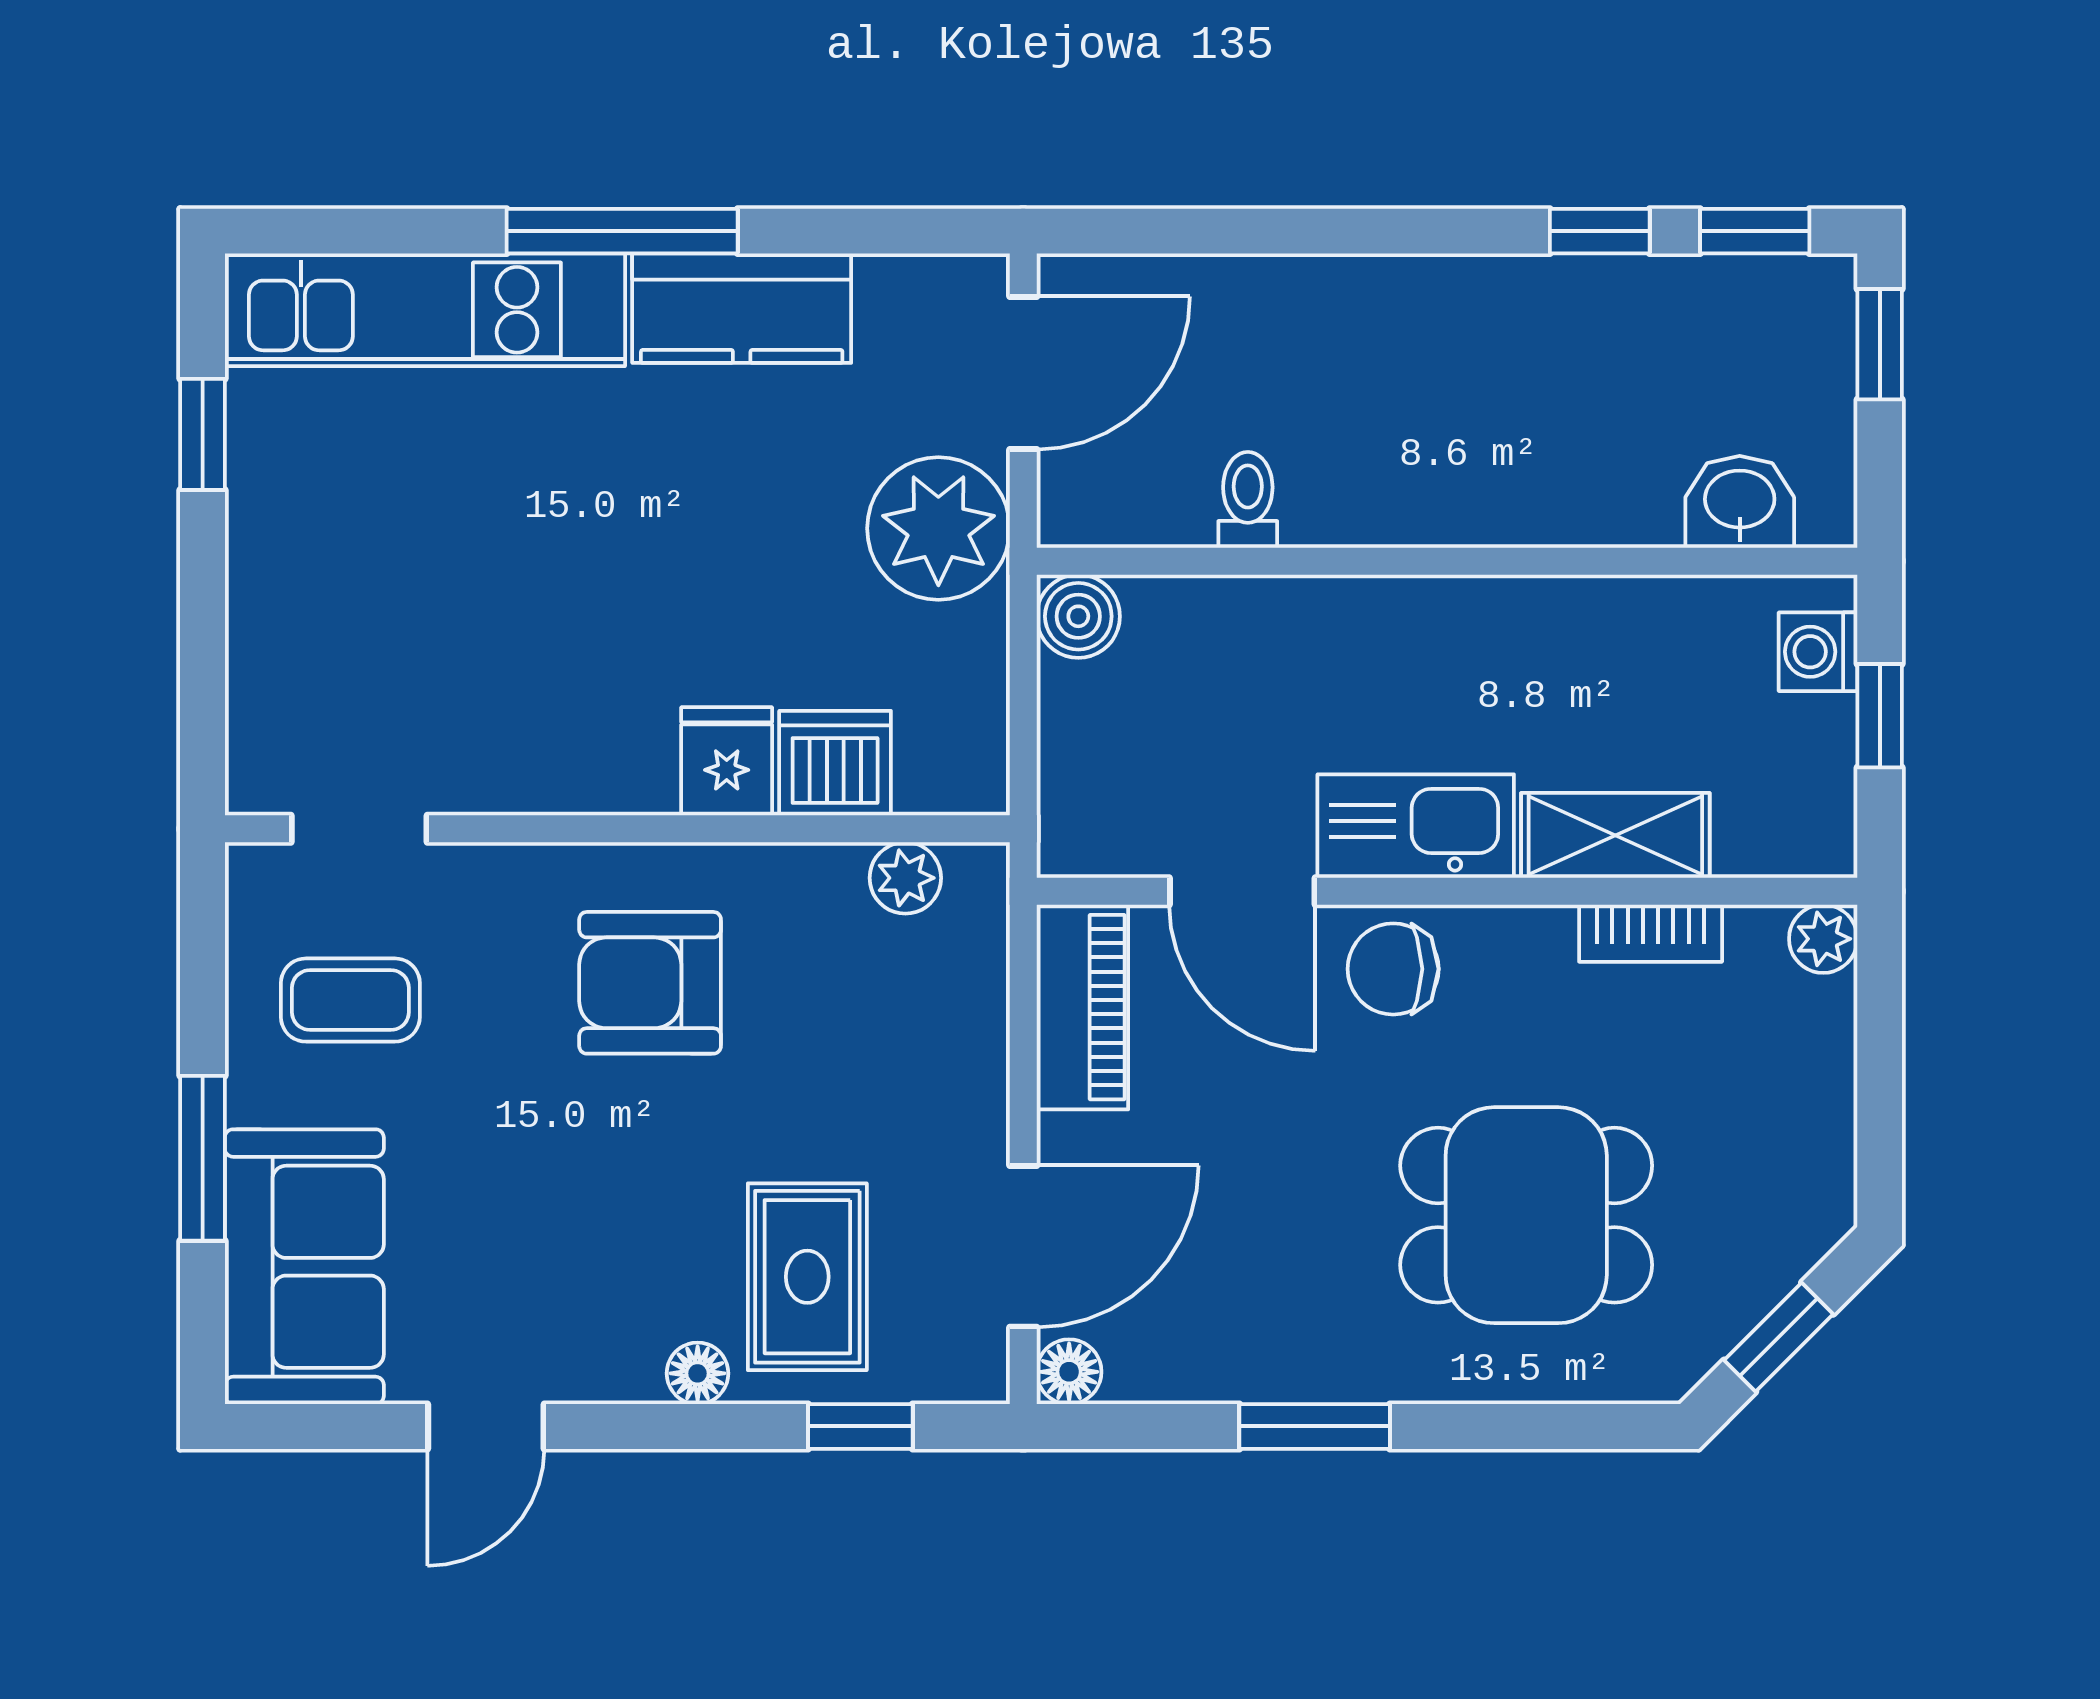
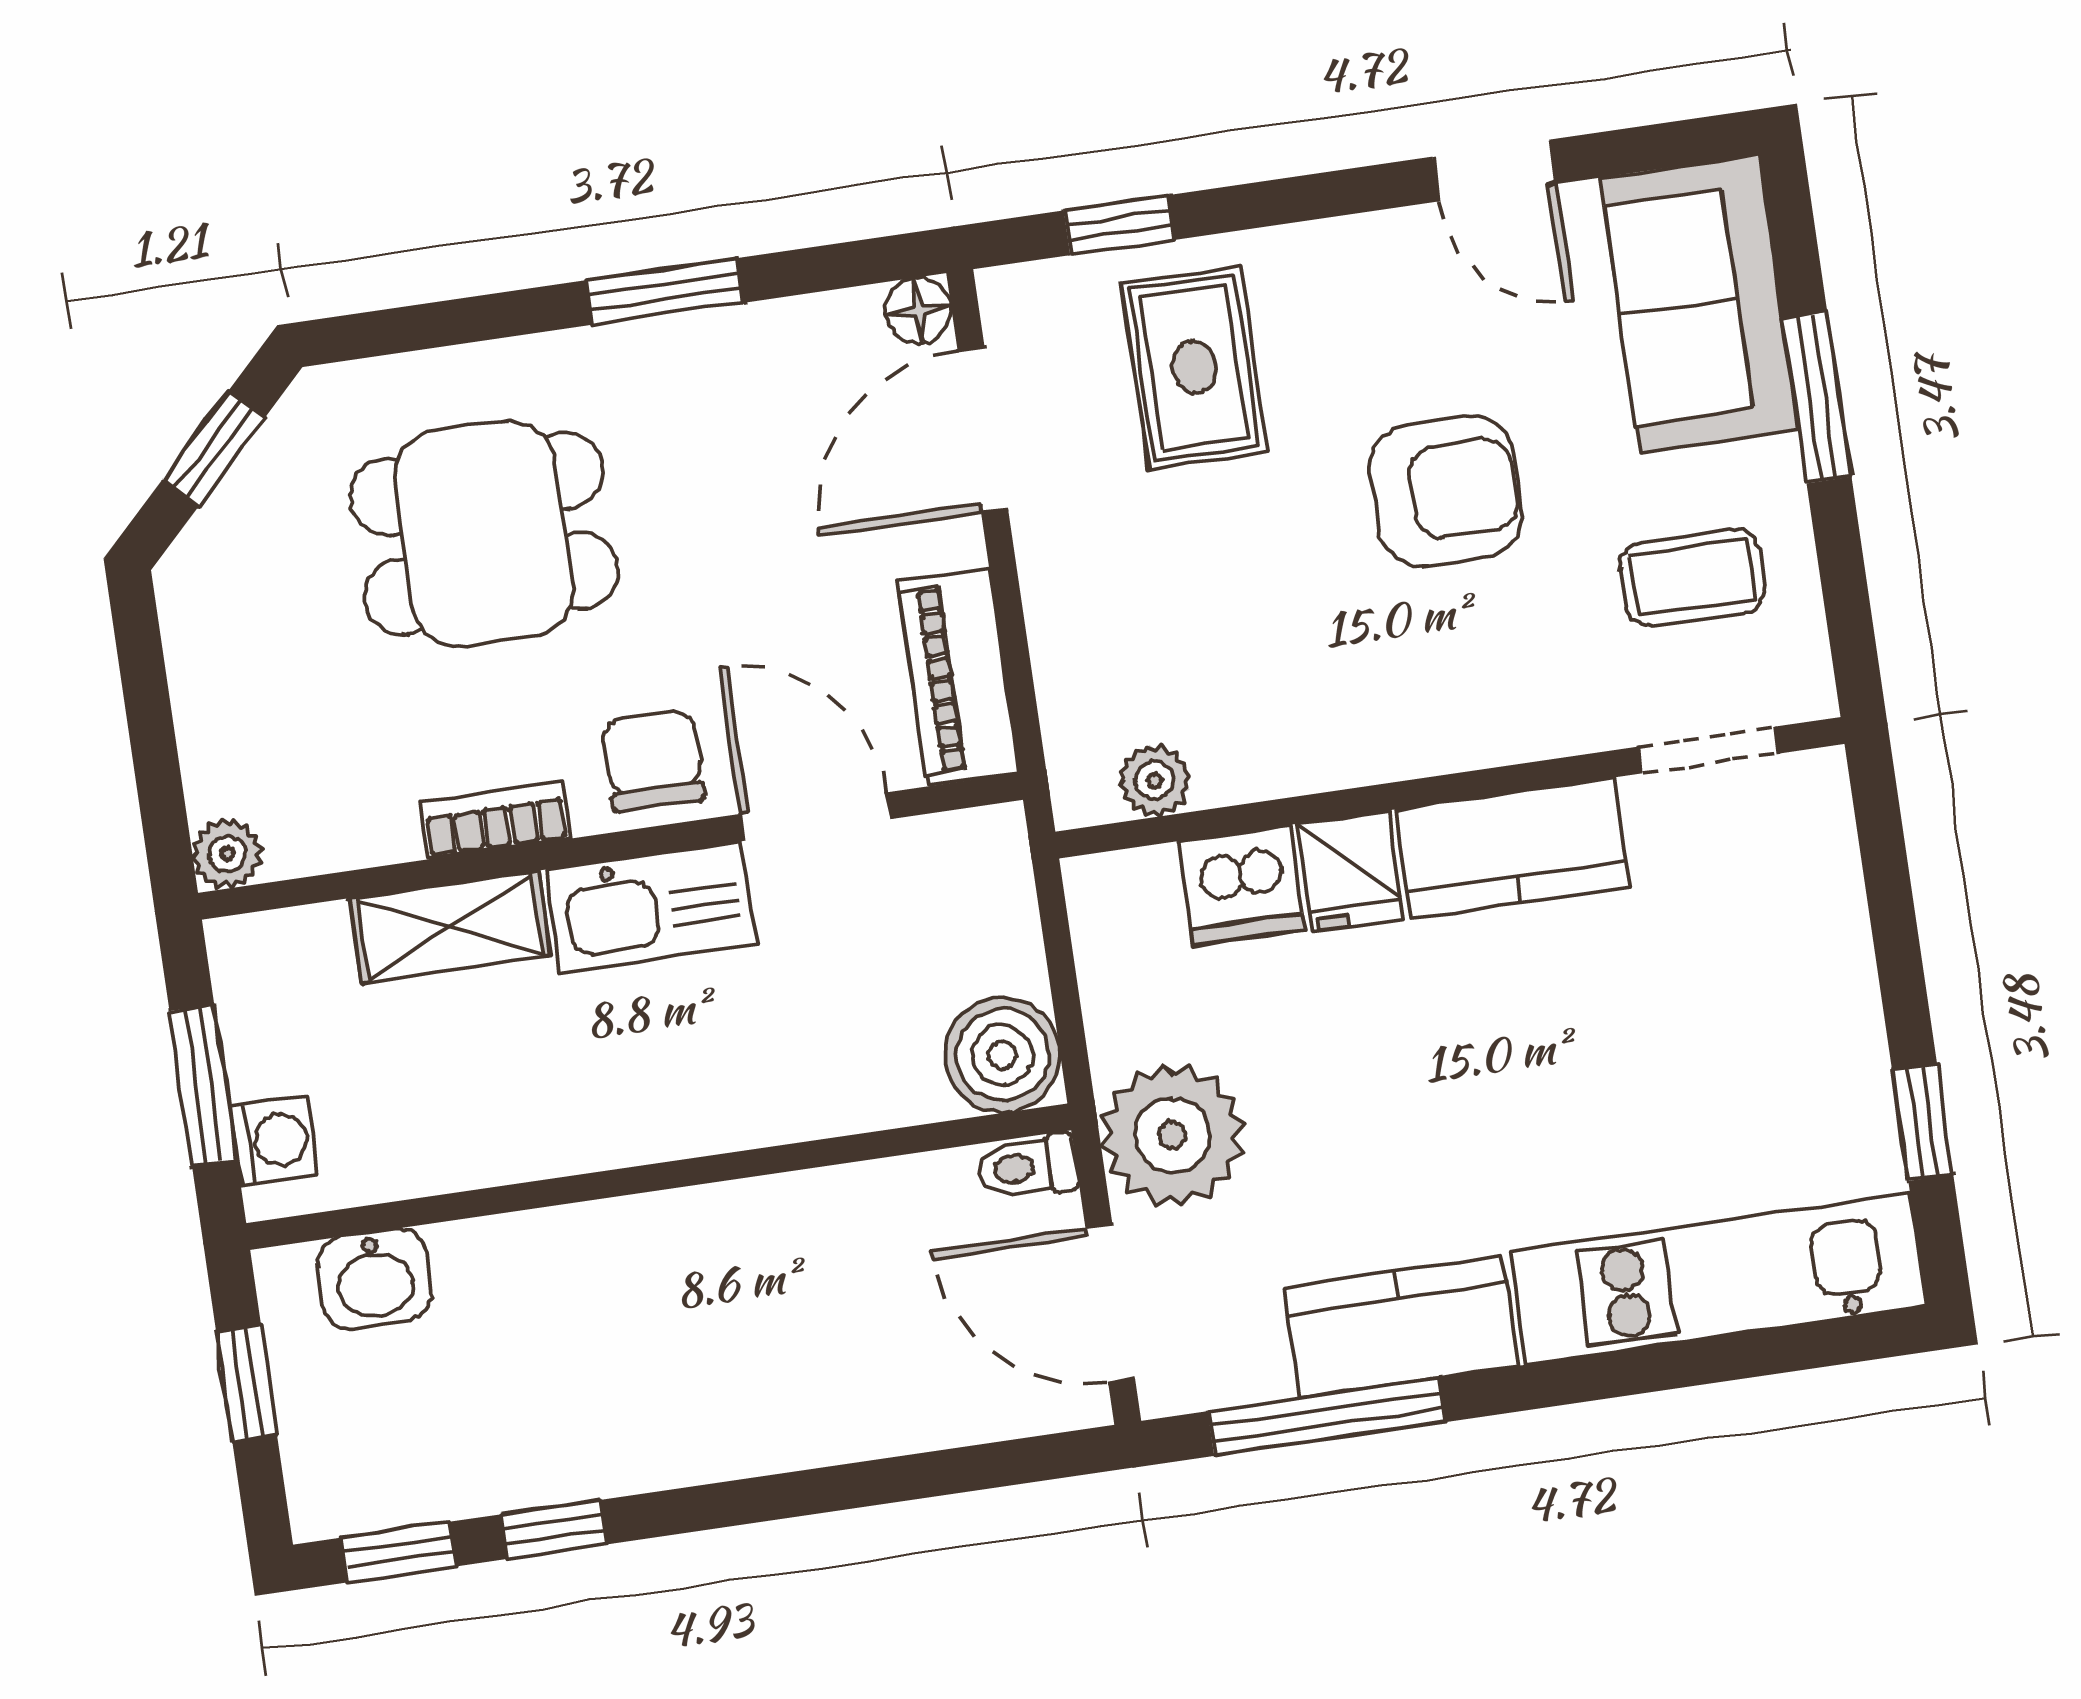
window: (622, 231) -> (1327, 1417), moved
window: (1880, 344) -> (247, 1383), moved
door: (1023, 373) -> (1110, 1303), hinge flipped
toilet: (1248, 500) -> (1028, 1167), moved, turned 90
boiler: (1078, 616) -> (1002, 1055), width x1.36, depth x1.36
window: (1880, 716) -> (203, 1085), width x1.50
kitchen counter: (565, 761) -> (1512, 848), added
bookcase: (1651, 933) -> (495, 820), moved
chair: (1393, 969) -> (653, 761), turned -90
armchair: (650, 983) -> (1446, 491), moved
floor lamp: (698, 1373) -> (1290, 255), removed
door: (486, 1426) -> (1494, 170), swing flipped

